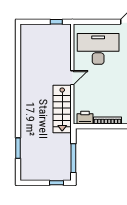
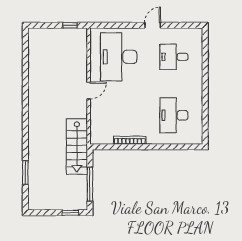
desk: (98, 49) -> (119, 57), turned -90
stairs: (62, 109) -> (77, 147), moved
printer: (85, 118) -> (103, 137), removed

